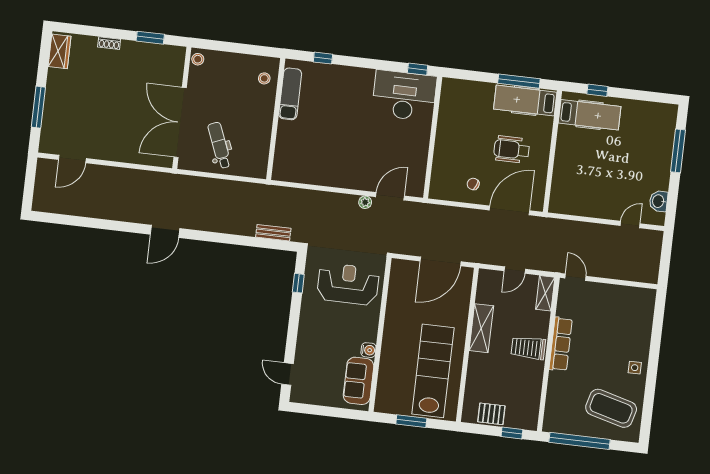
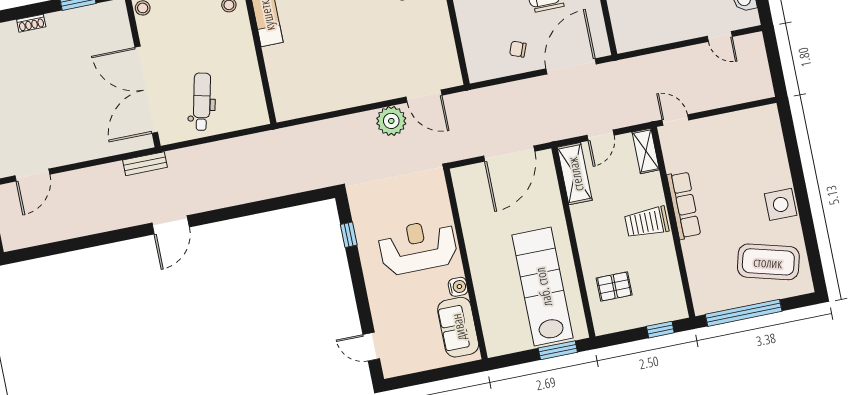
dental chair: (220, 145) -> (202, 102), turned 35
door: (390, 196) -> (424, 96), swing flipped
plant: (365, 202) -> (391, 121), width x1.88, depth x1.88
door: (630, 225) -> (720, 36), swing flipped
bench: (273, 233) -> (145, 164), moved
reception desk: (348, 284) -> (418, 247), moved
shelving: (481, 328) -> (575, 174), moved
side table: (635, 368) -> (781, 204), width x1.87, depth x1.87
pallet: (491, 414) -> (614, 286), moved
window: (411, 421) -> (558, 350), moved

